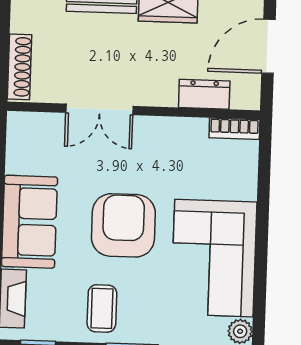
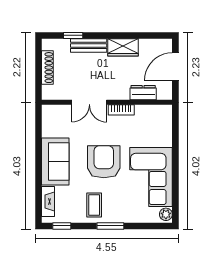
shoe rack: (19, 67) -> (47, 68), moved
bookcase: (234, 129) -> (121, 110), moved

